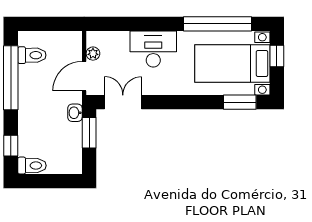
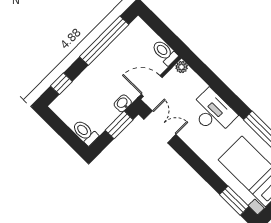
plant: (93, 54) -> (182, 67), moved
toilet: (32, 55) -> (165, 52), moved, turned 180
toilet: (32, 166) -> (85, 132), moved, turned 180

